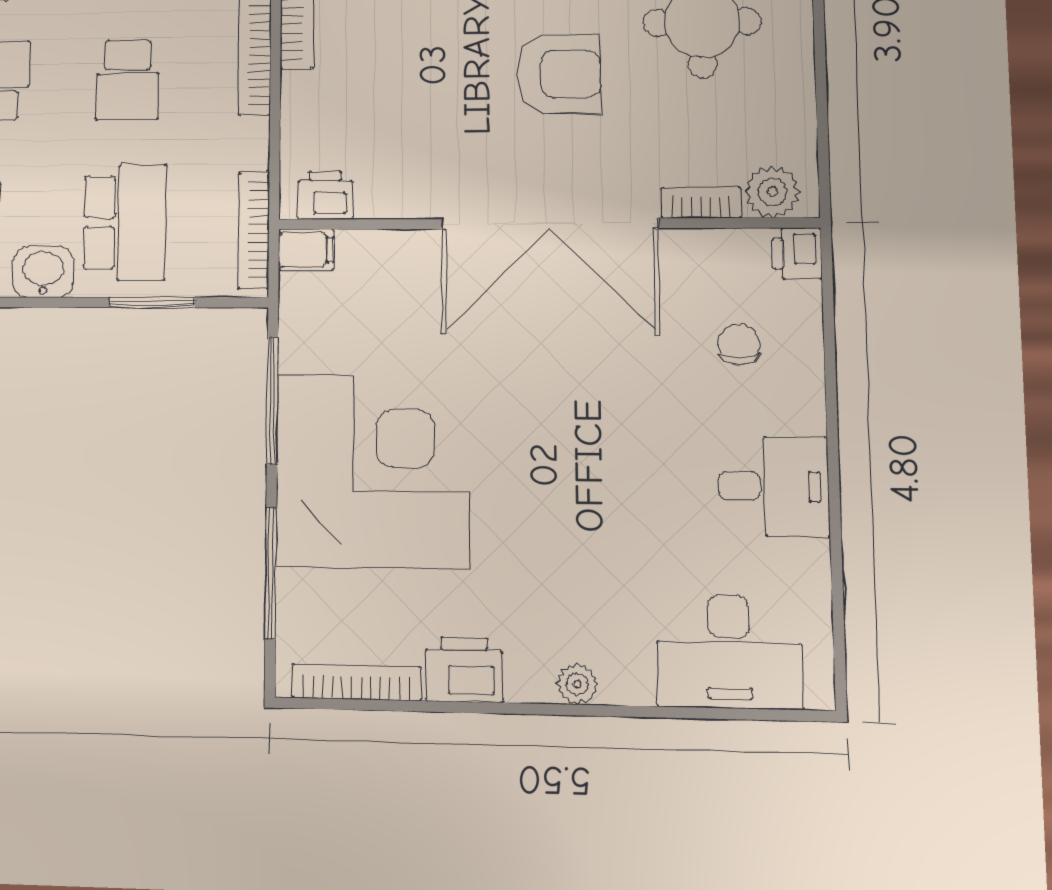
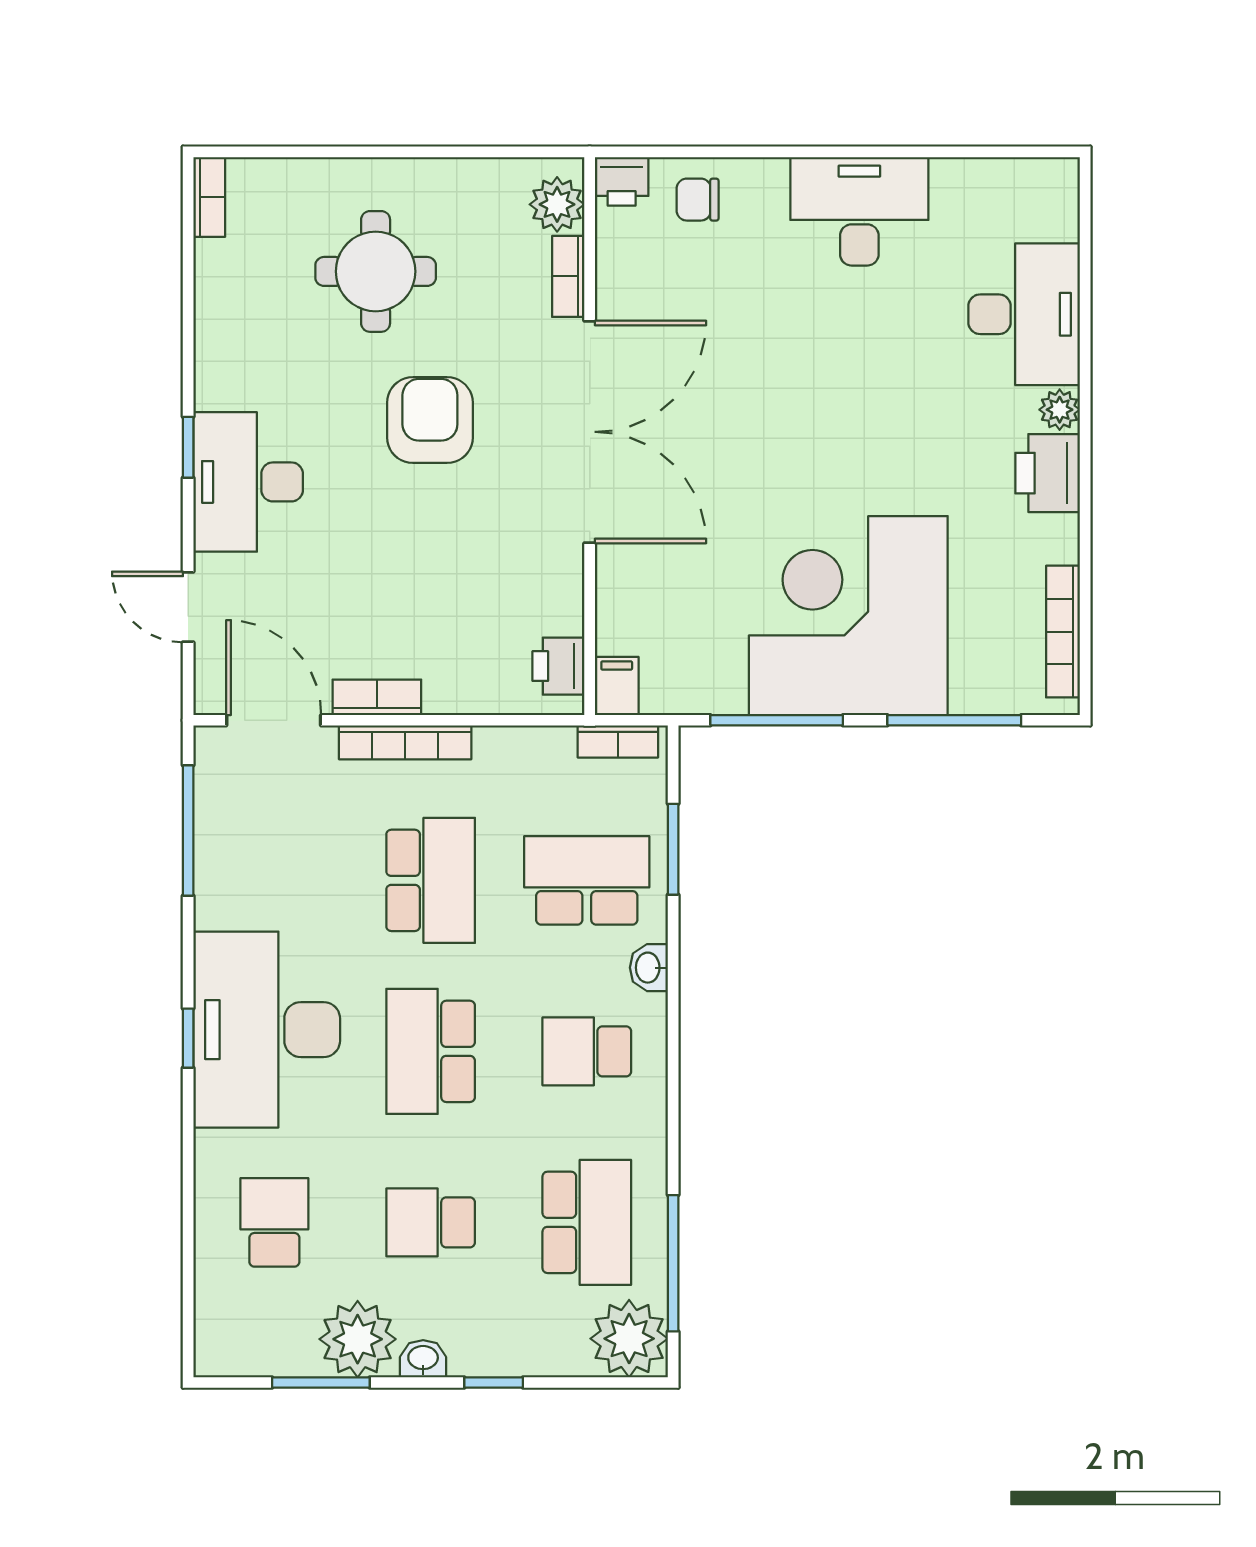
school desk: (128, 80) -> (431, 880), width x1.85
bookcase: (254, 230) -> (618, 742), width x0.64
washbasin: (43, 272) -> (649, 968), width x0.72, depth x0.69
chair: (739, 345) -> (698, 200), moved
desk: (774, 486) -> (859, 211), width x1.37
desk: (729, 651) -> (1024, 314), moved
printer: (464, 669) -> (1048, 473), moved

